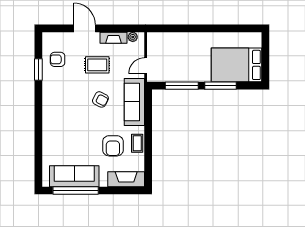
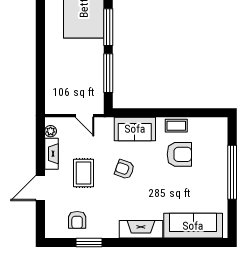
armchair: (100, 99) -> (124, 169), turned -97
sofa: (134, 102) -> (135, 129), width x0.73
sofa: (74, 176) -> (193, 226), moved, turned 90
fireplace: (126, 179) -> (141, 229), moved, turned 90
window: (76, 190) -> (232, 172), moved

